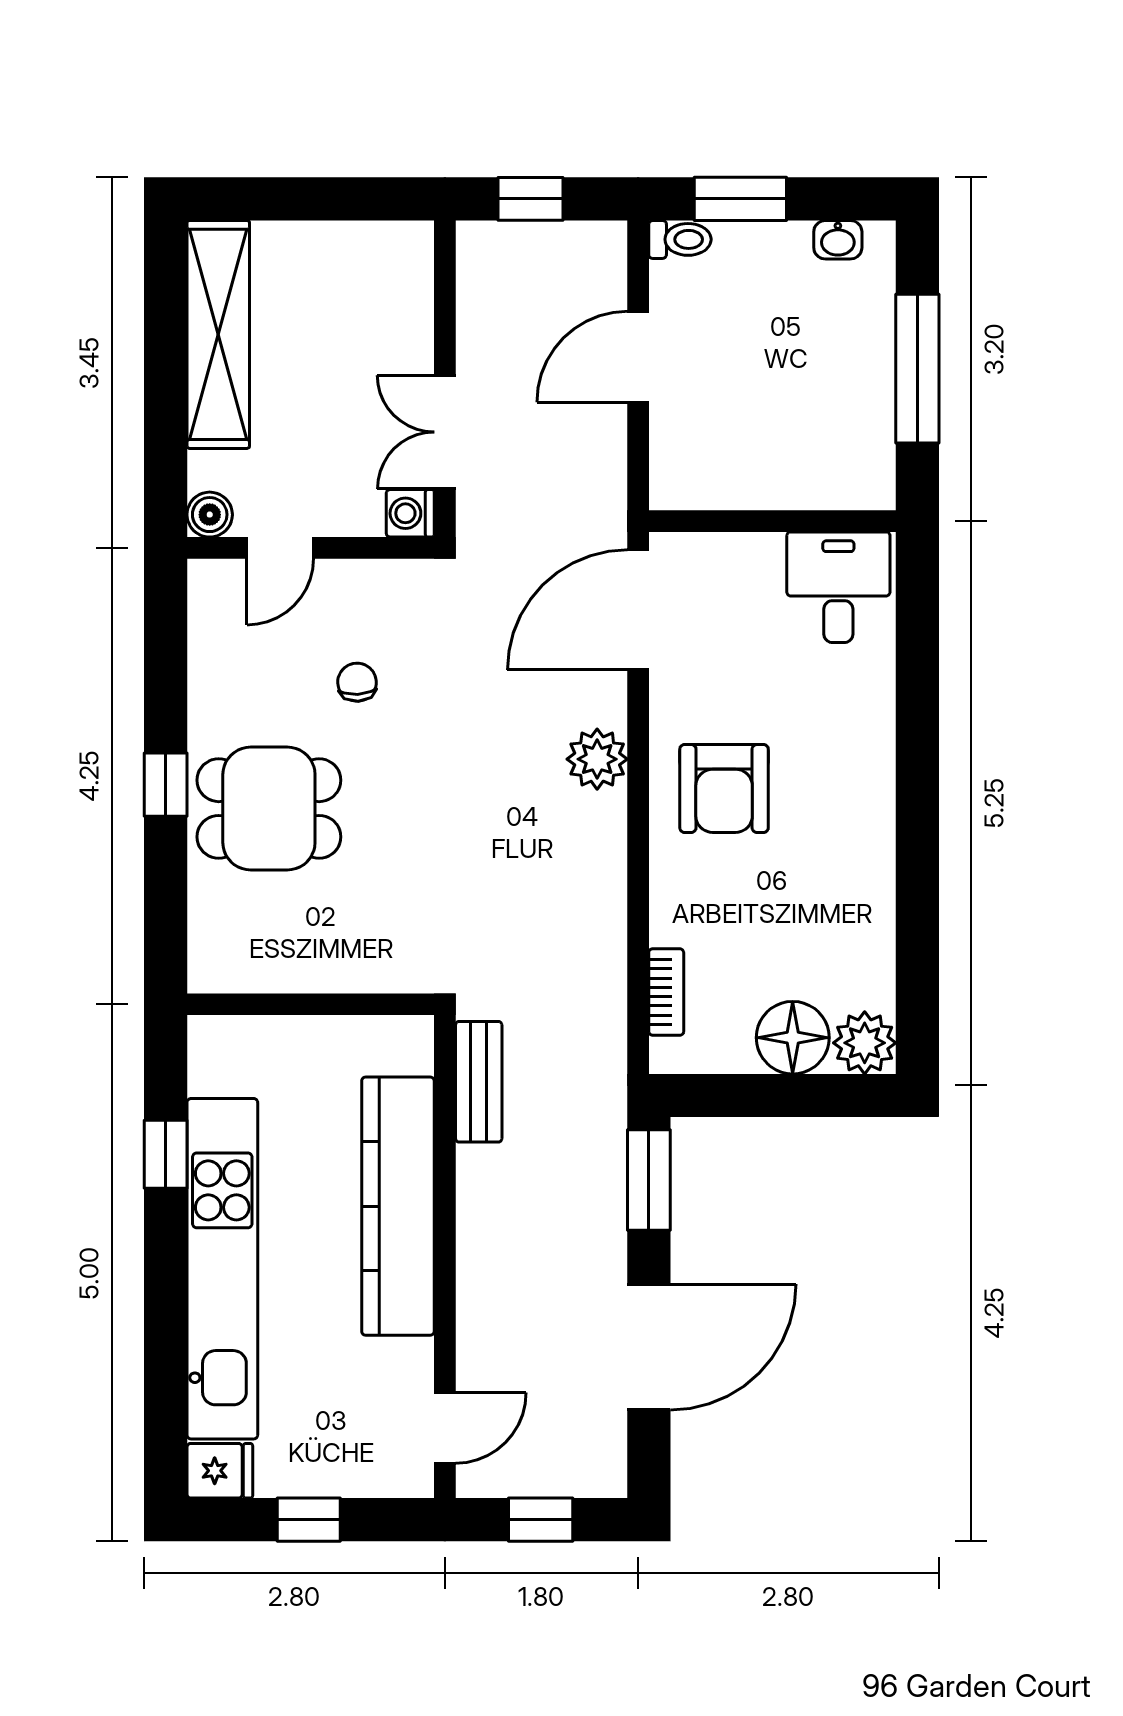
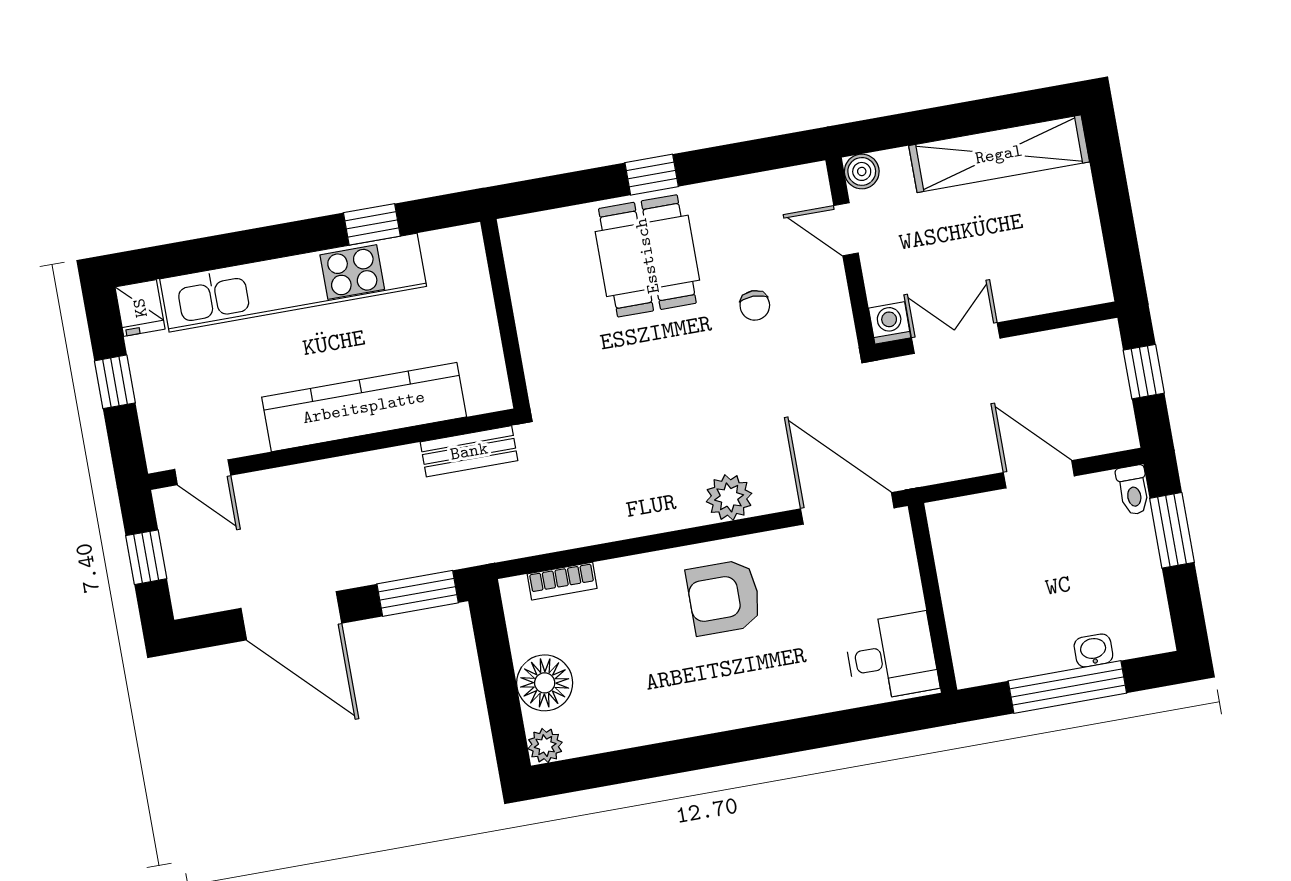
washbasin: (838, 240) -> (1093, 650), moved, turned 90
chair: (357, 682) -> (755, 305), turned 93
plant: (865, 1043) -> (545, 746), width x0.73, depth x0.73

